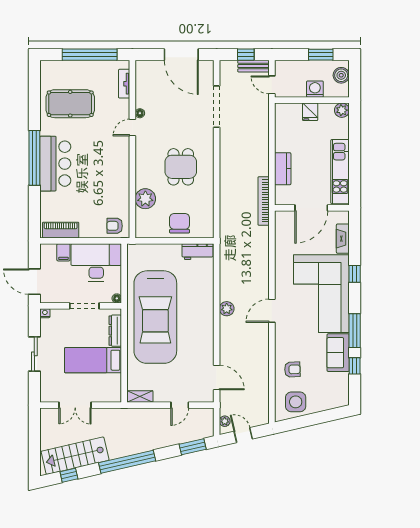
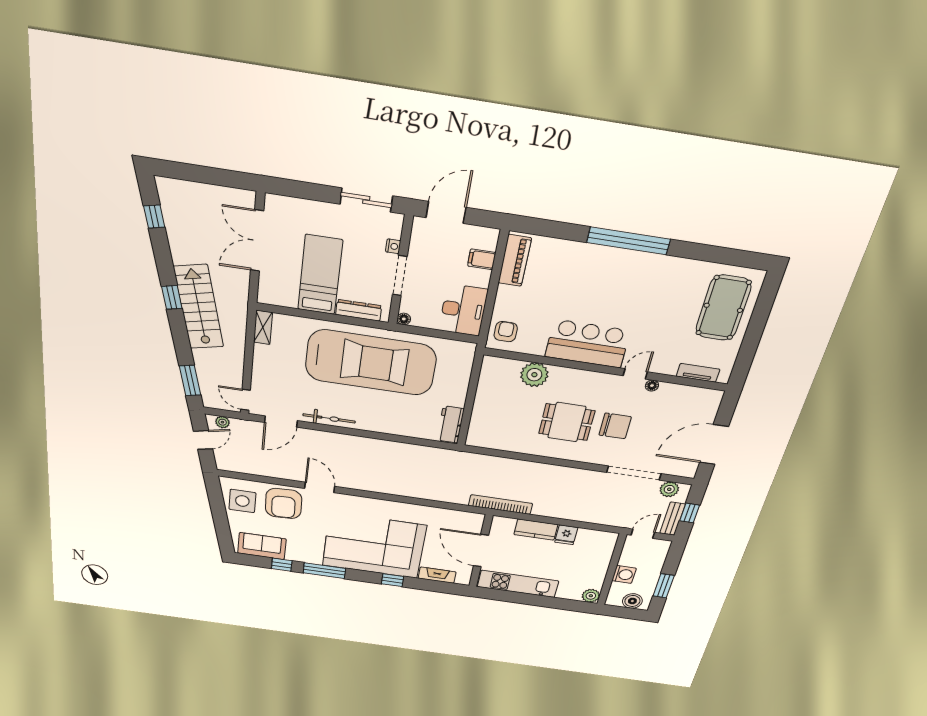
window: (90, 55) -> (753, 336), removed
pool table: (70, 104) -> (723, 308), moved
fridge: (310, 112) -> (566, 535), moved, turned -90
door: (132, 128) -> (635, 374), hinge flipped
bar counter: (55, 164) -> (588, 344), moved, turned 180
chair: (180, 223) -> (615, 426), moved
desk: (96, 262) -> (463, 310), width x0.73, depth x0.77
plant: (227, 309) -> (669, 489), moved
door: (272, 311) -> (320, 487), moved
nightstand: (45, 313) -> (393, 246), moved
car: (155, 317) -> (371, 363), turned 180
bicycle: (208, 342) -> (329, 418), added
sofa: (338, 353) -> (262, 546), moved
sliding door: (34, 354) -> (366, 200), moved
armchair: (292, 369) -> (284, 504), width x1.88, depth x1.88
double door: (75, 405) -> (257, 241), width x1.37
door: (180, 405) -> (246, 400), moved
stairs: (75, 456) -> (199, 307), moved
window: (127, 462) -> (172, 297), width x0.32

